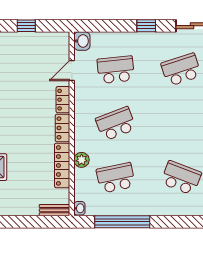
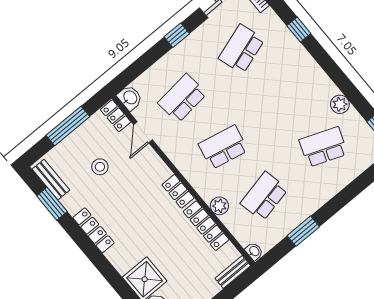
window: (26, 26) -> (68, 126), width x2.17
stool: (25, 70) -> (100, 167), added
locker: (63, 100) -> (116, 116), moved
school desk: (116, 124) -> (223, 147), turned 33
window: (122, 222) -> (303, 231), width x0.47

